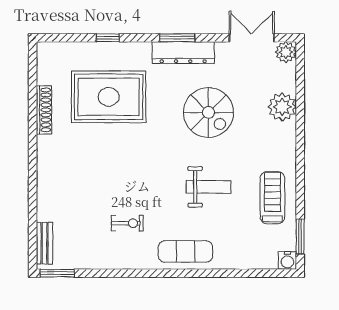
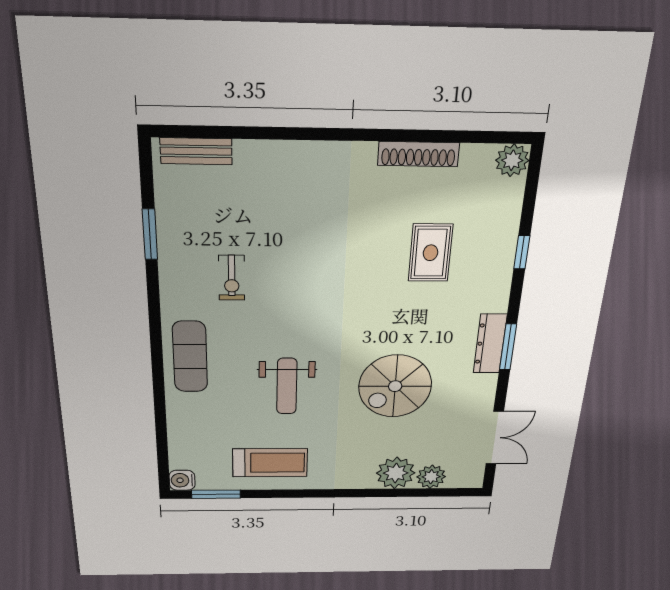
plant: (47, 52) -> (512, 160), added
plant: (286, 52) -> (431, 477), moved
dresser: (183, 53) -> (490, 344), width x0.73, depth x0.80
rug: (109, 97) -> (431, 253), width x0.54, depth x0.49
window: (57, 273) -> (150, 234), moved

